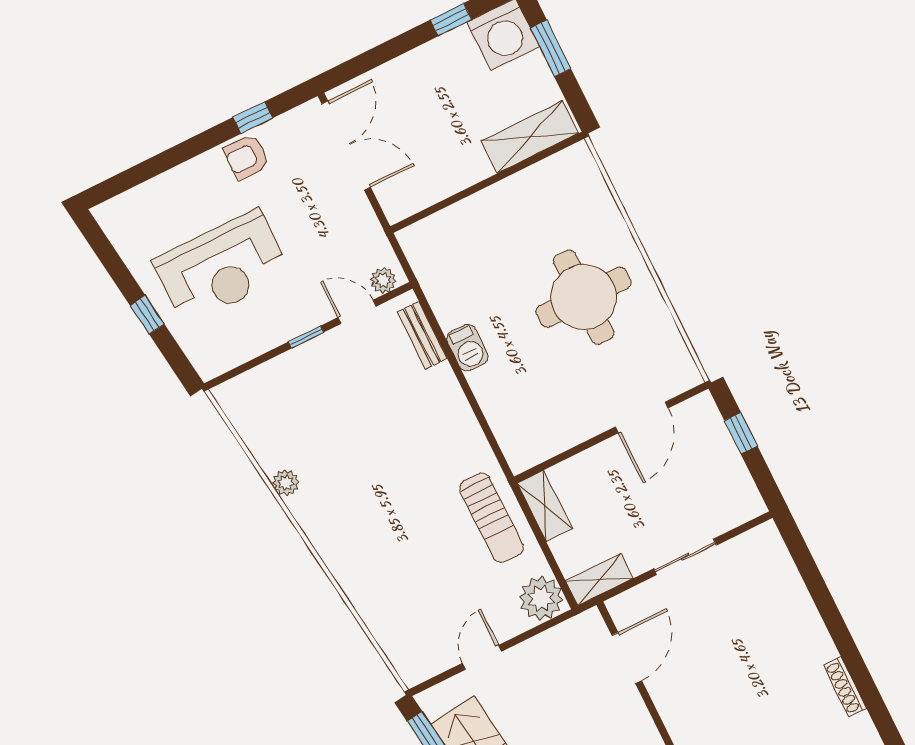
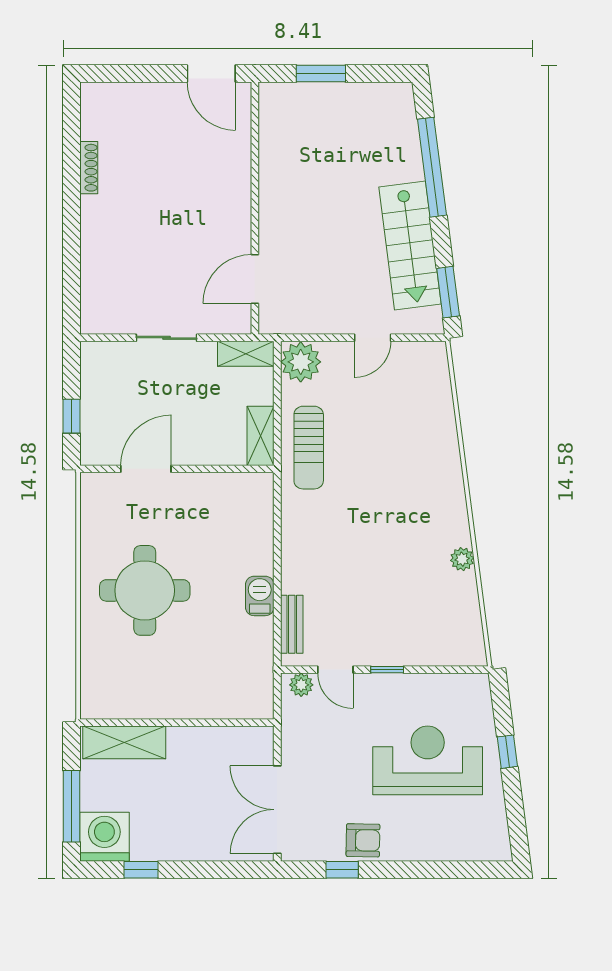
window: (551, 48) -> (71, 806), width x1.44
sun lounger: (492, 518) -> (309, 448), turned 180

